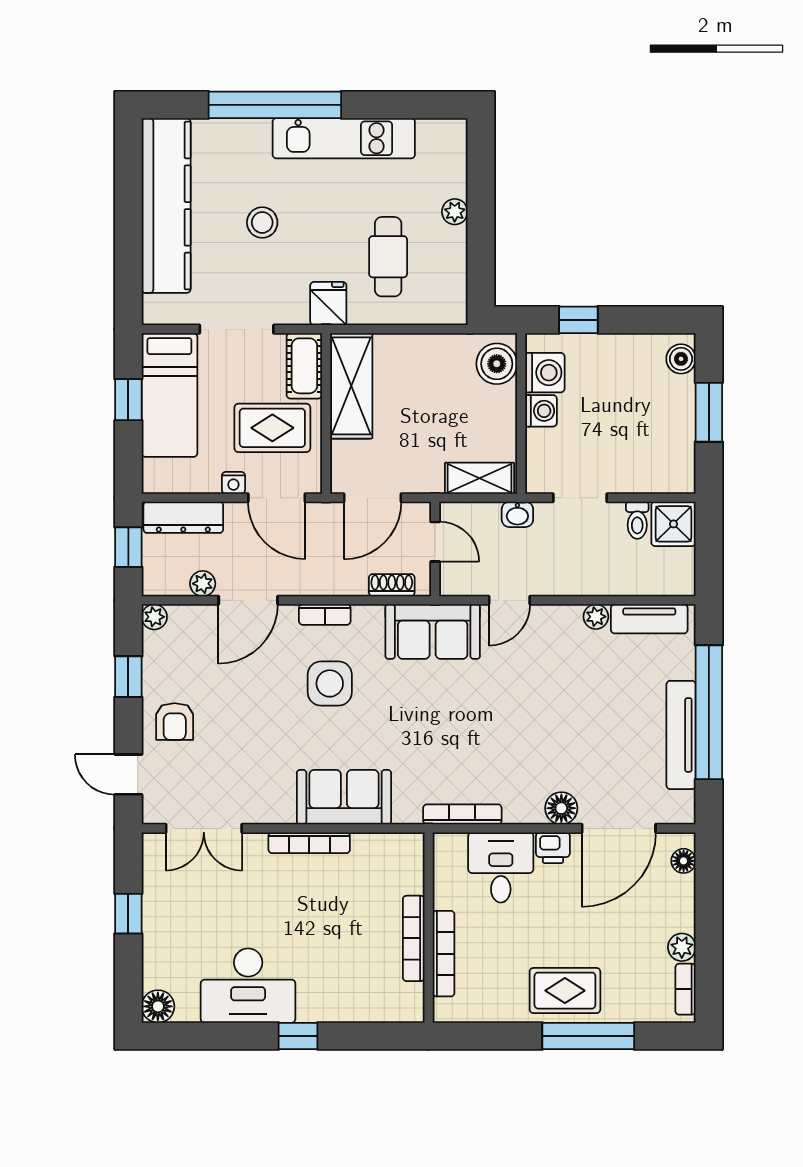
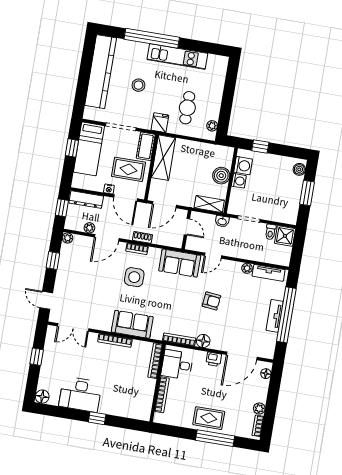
plant: (455, 212) -> (212, 126), moved
boiler: (497, 364) -> (221, 176), moved
shoe rack: (392, 585) -> (142, 237), moved
armchair: (175, 722) -> (211, 301), moved, turned -84
tv unit: (681, 735) -> (275, 316), width x0.71
floor lamp: (561, 808) -> (203, 341), moved
desk: (501, 867) -> (177, 365), moved, turned -90
bookcase: (414, 938) -> (155, 361), moved

